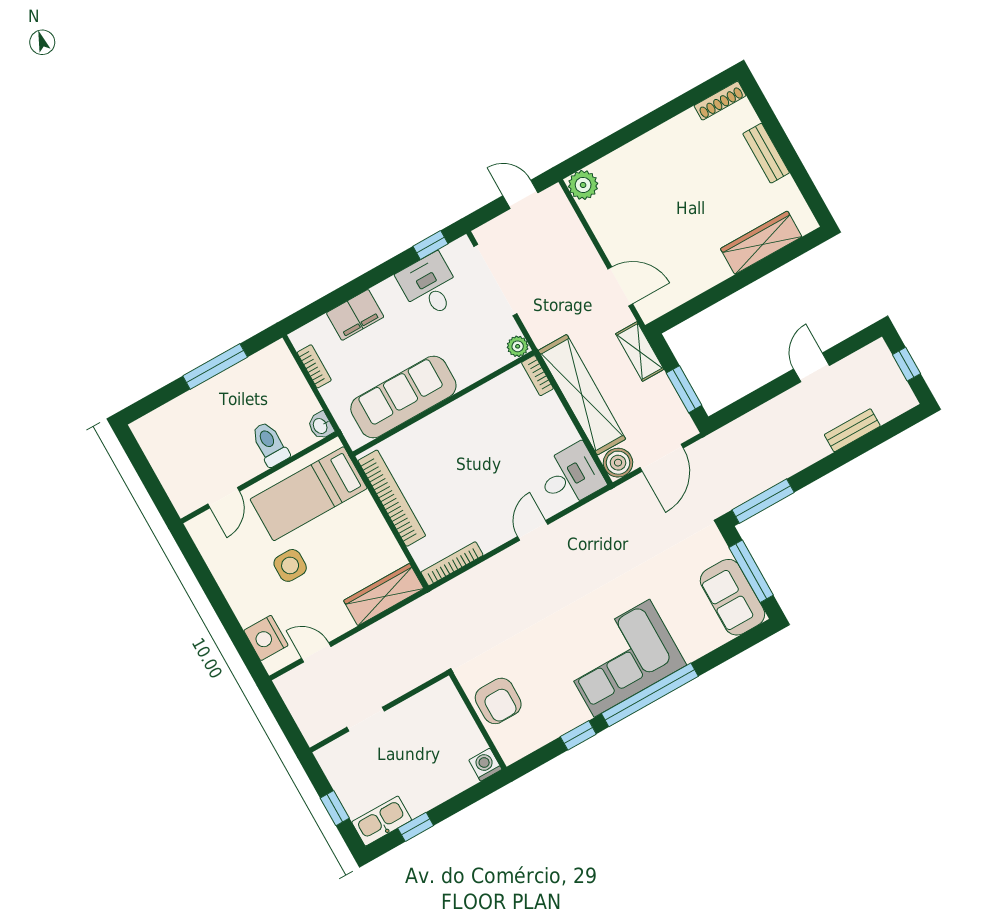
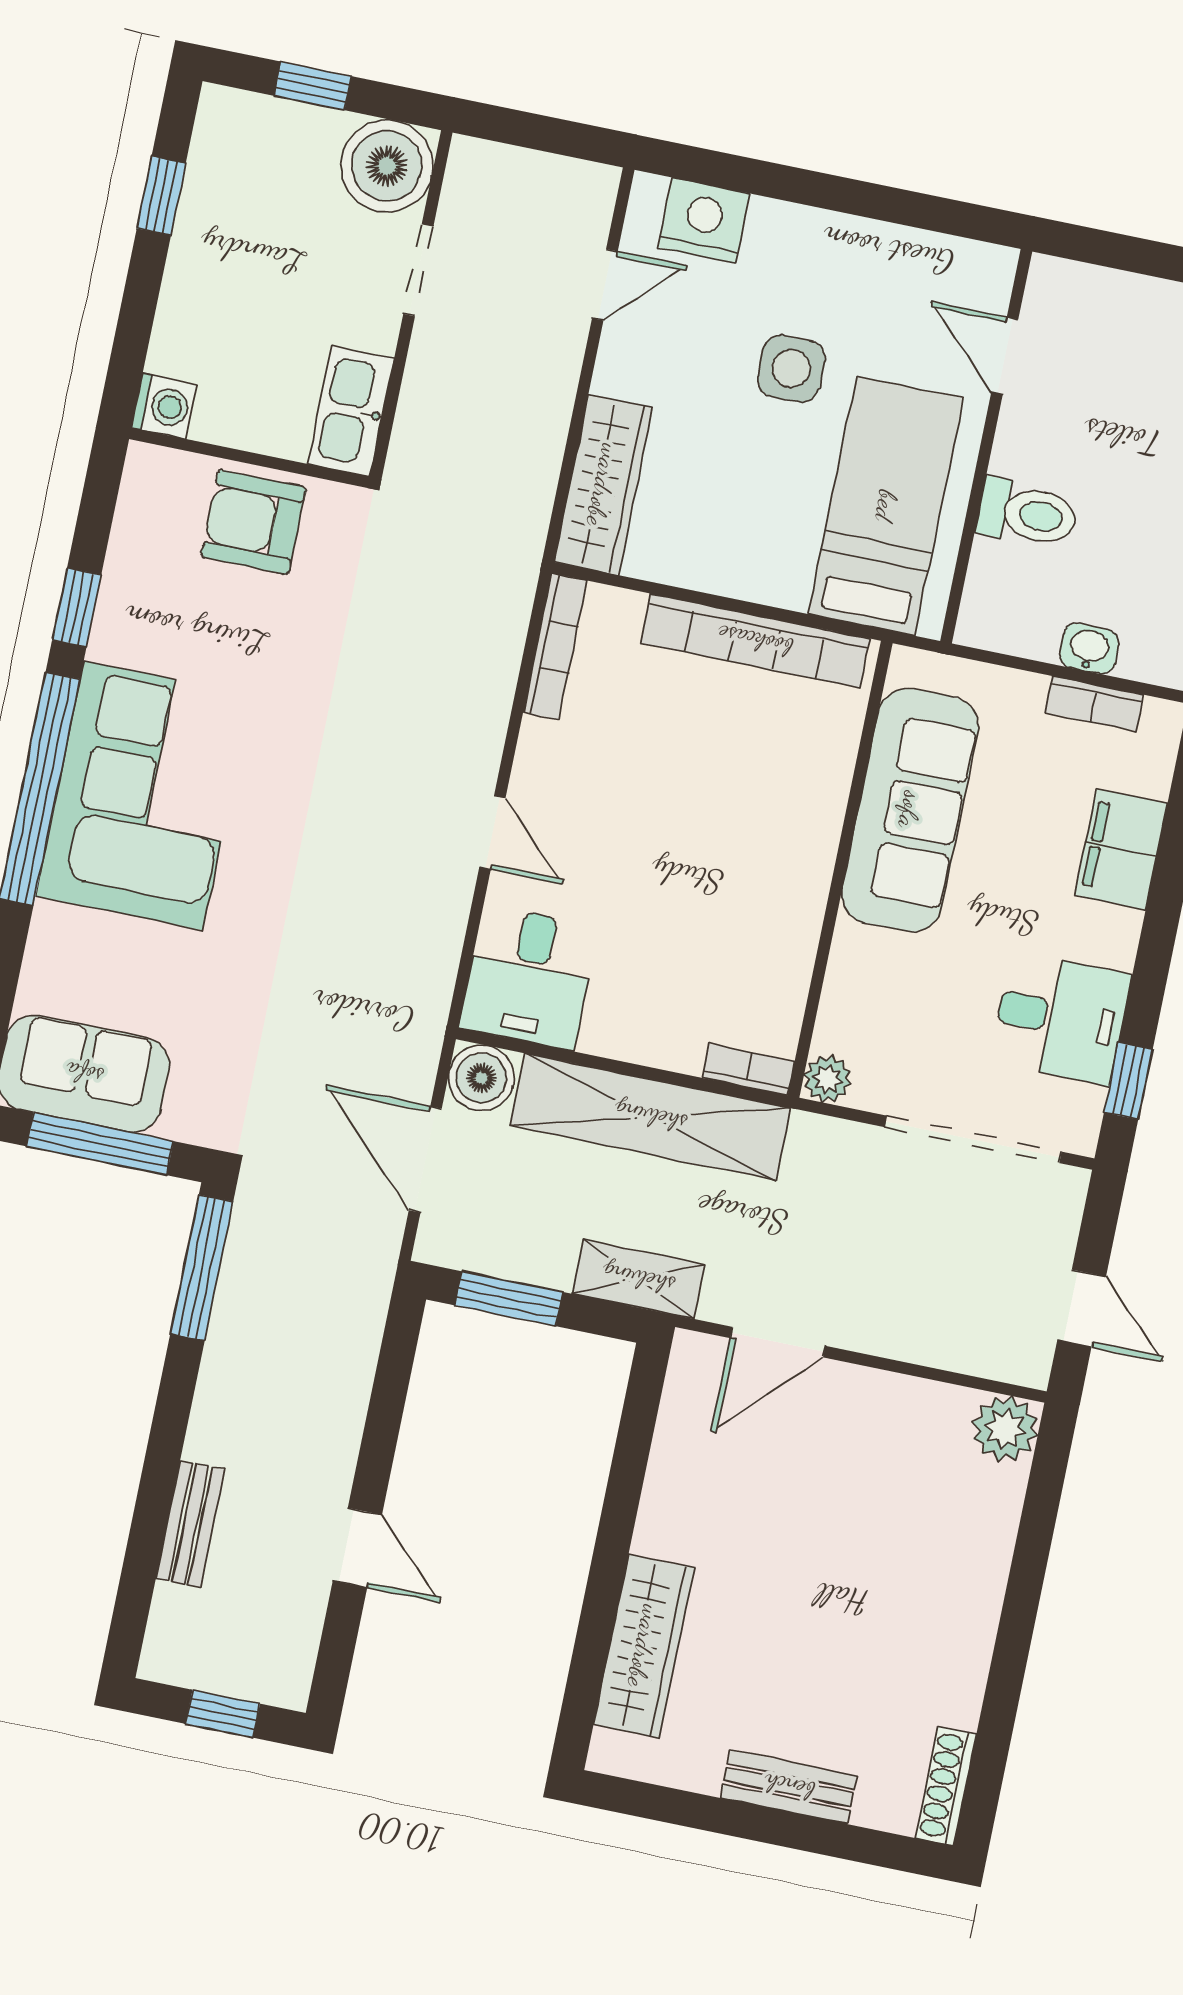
door: (520, 194) -> (1082, 1308), hinge flipped
washbasin: (321, 426) -> (1089, 649), moved
boiler: (340, 760) -> (387, 166), added
kitchen sink: (382, 821) -> (351, 411), moved, turned 180

